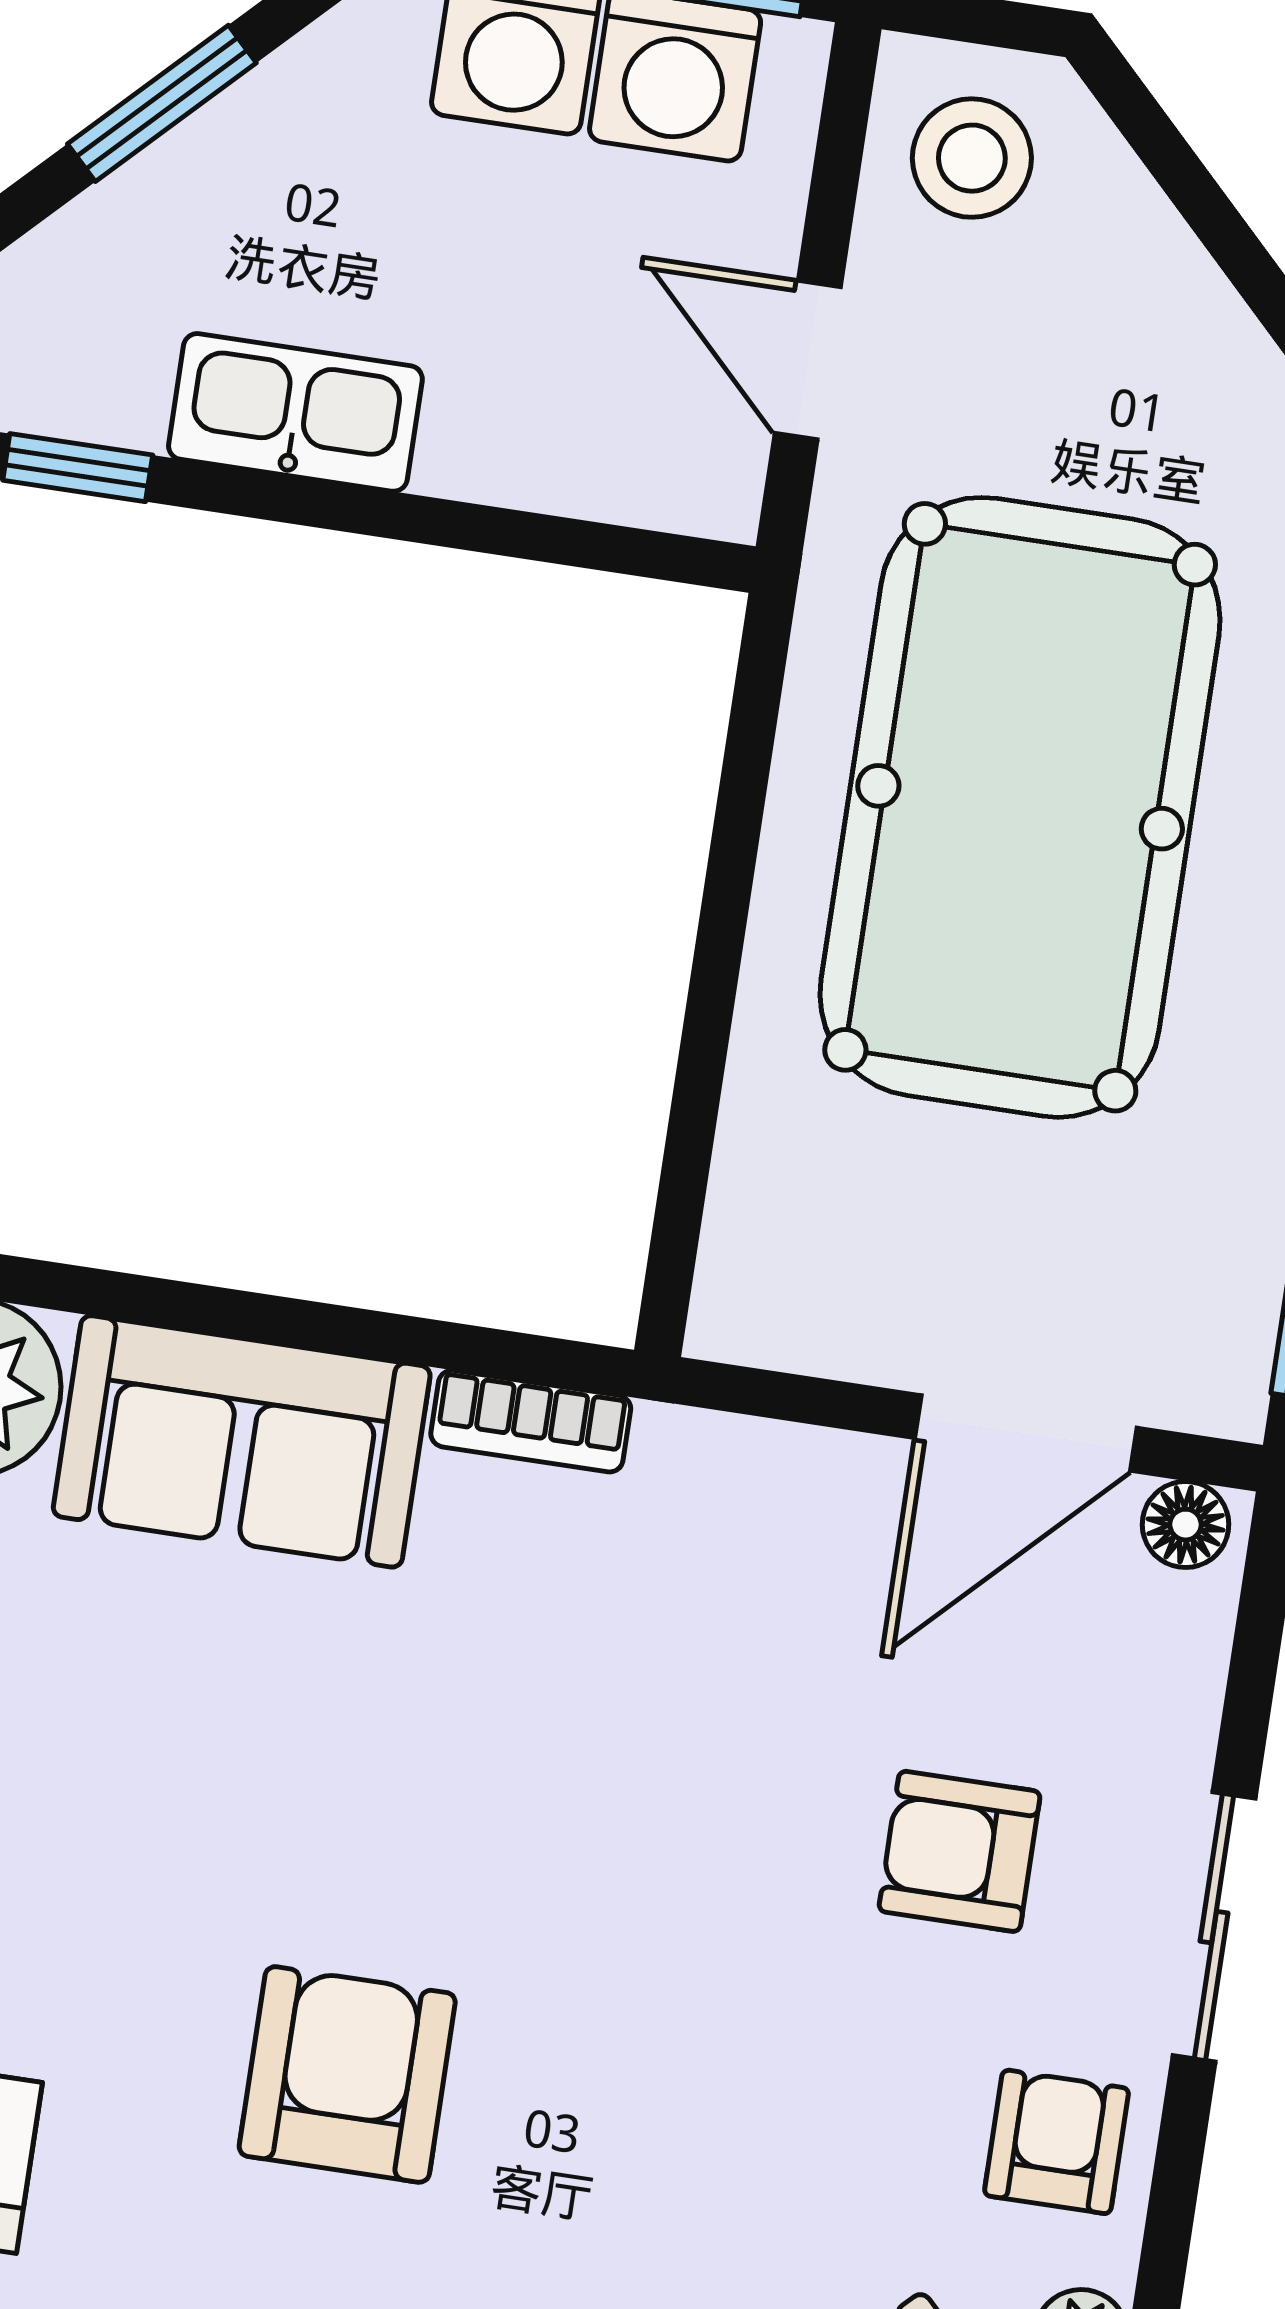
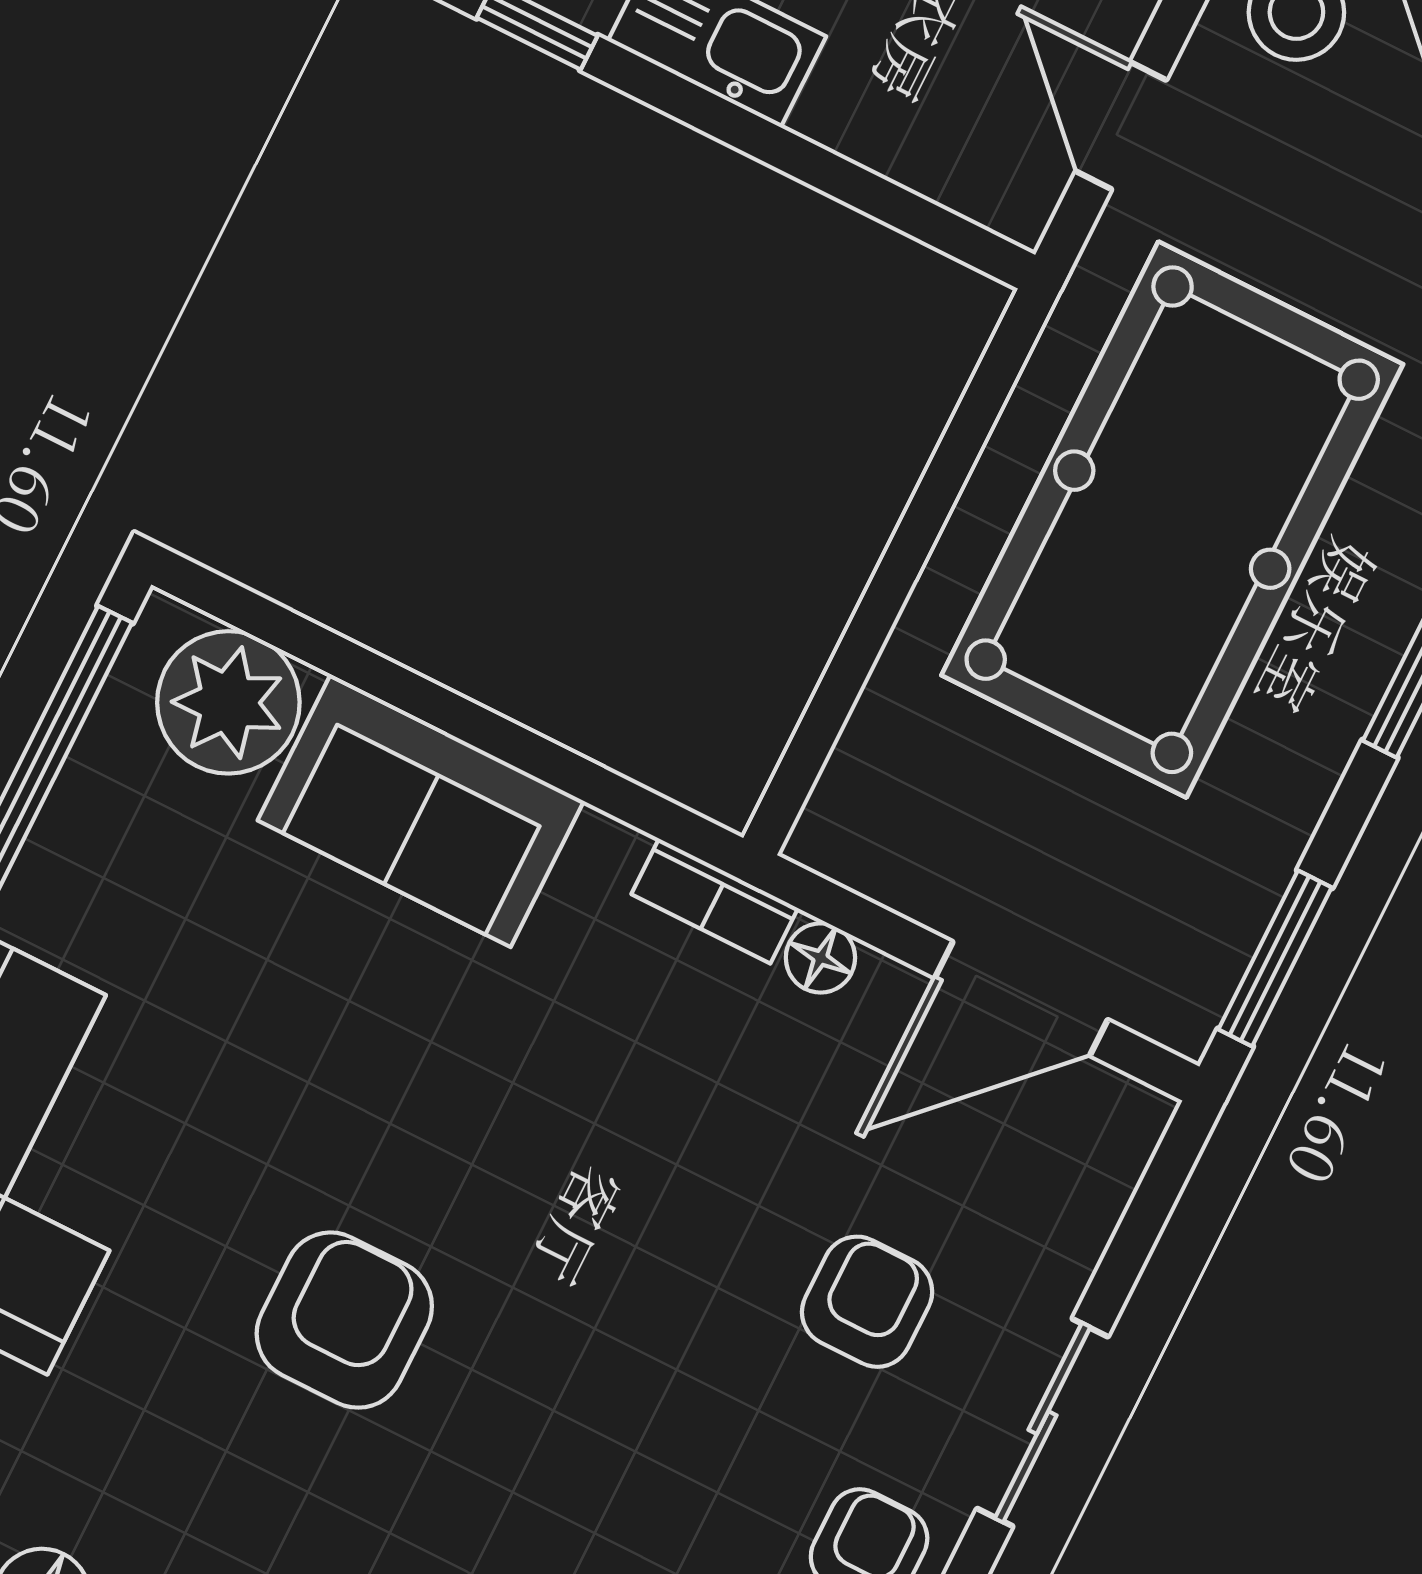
bookcase: (531, 1421) -> (715, 901), moved
floor lamp: (1186, 1525) -> (820, 958), moved
armchair: (960, 1851) -> (867, 1302), turned 90

